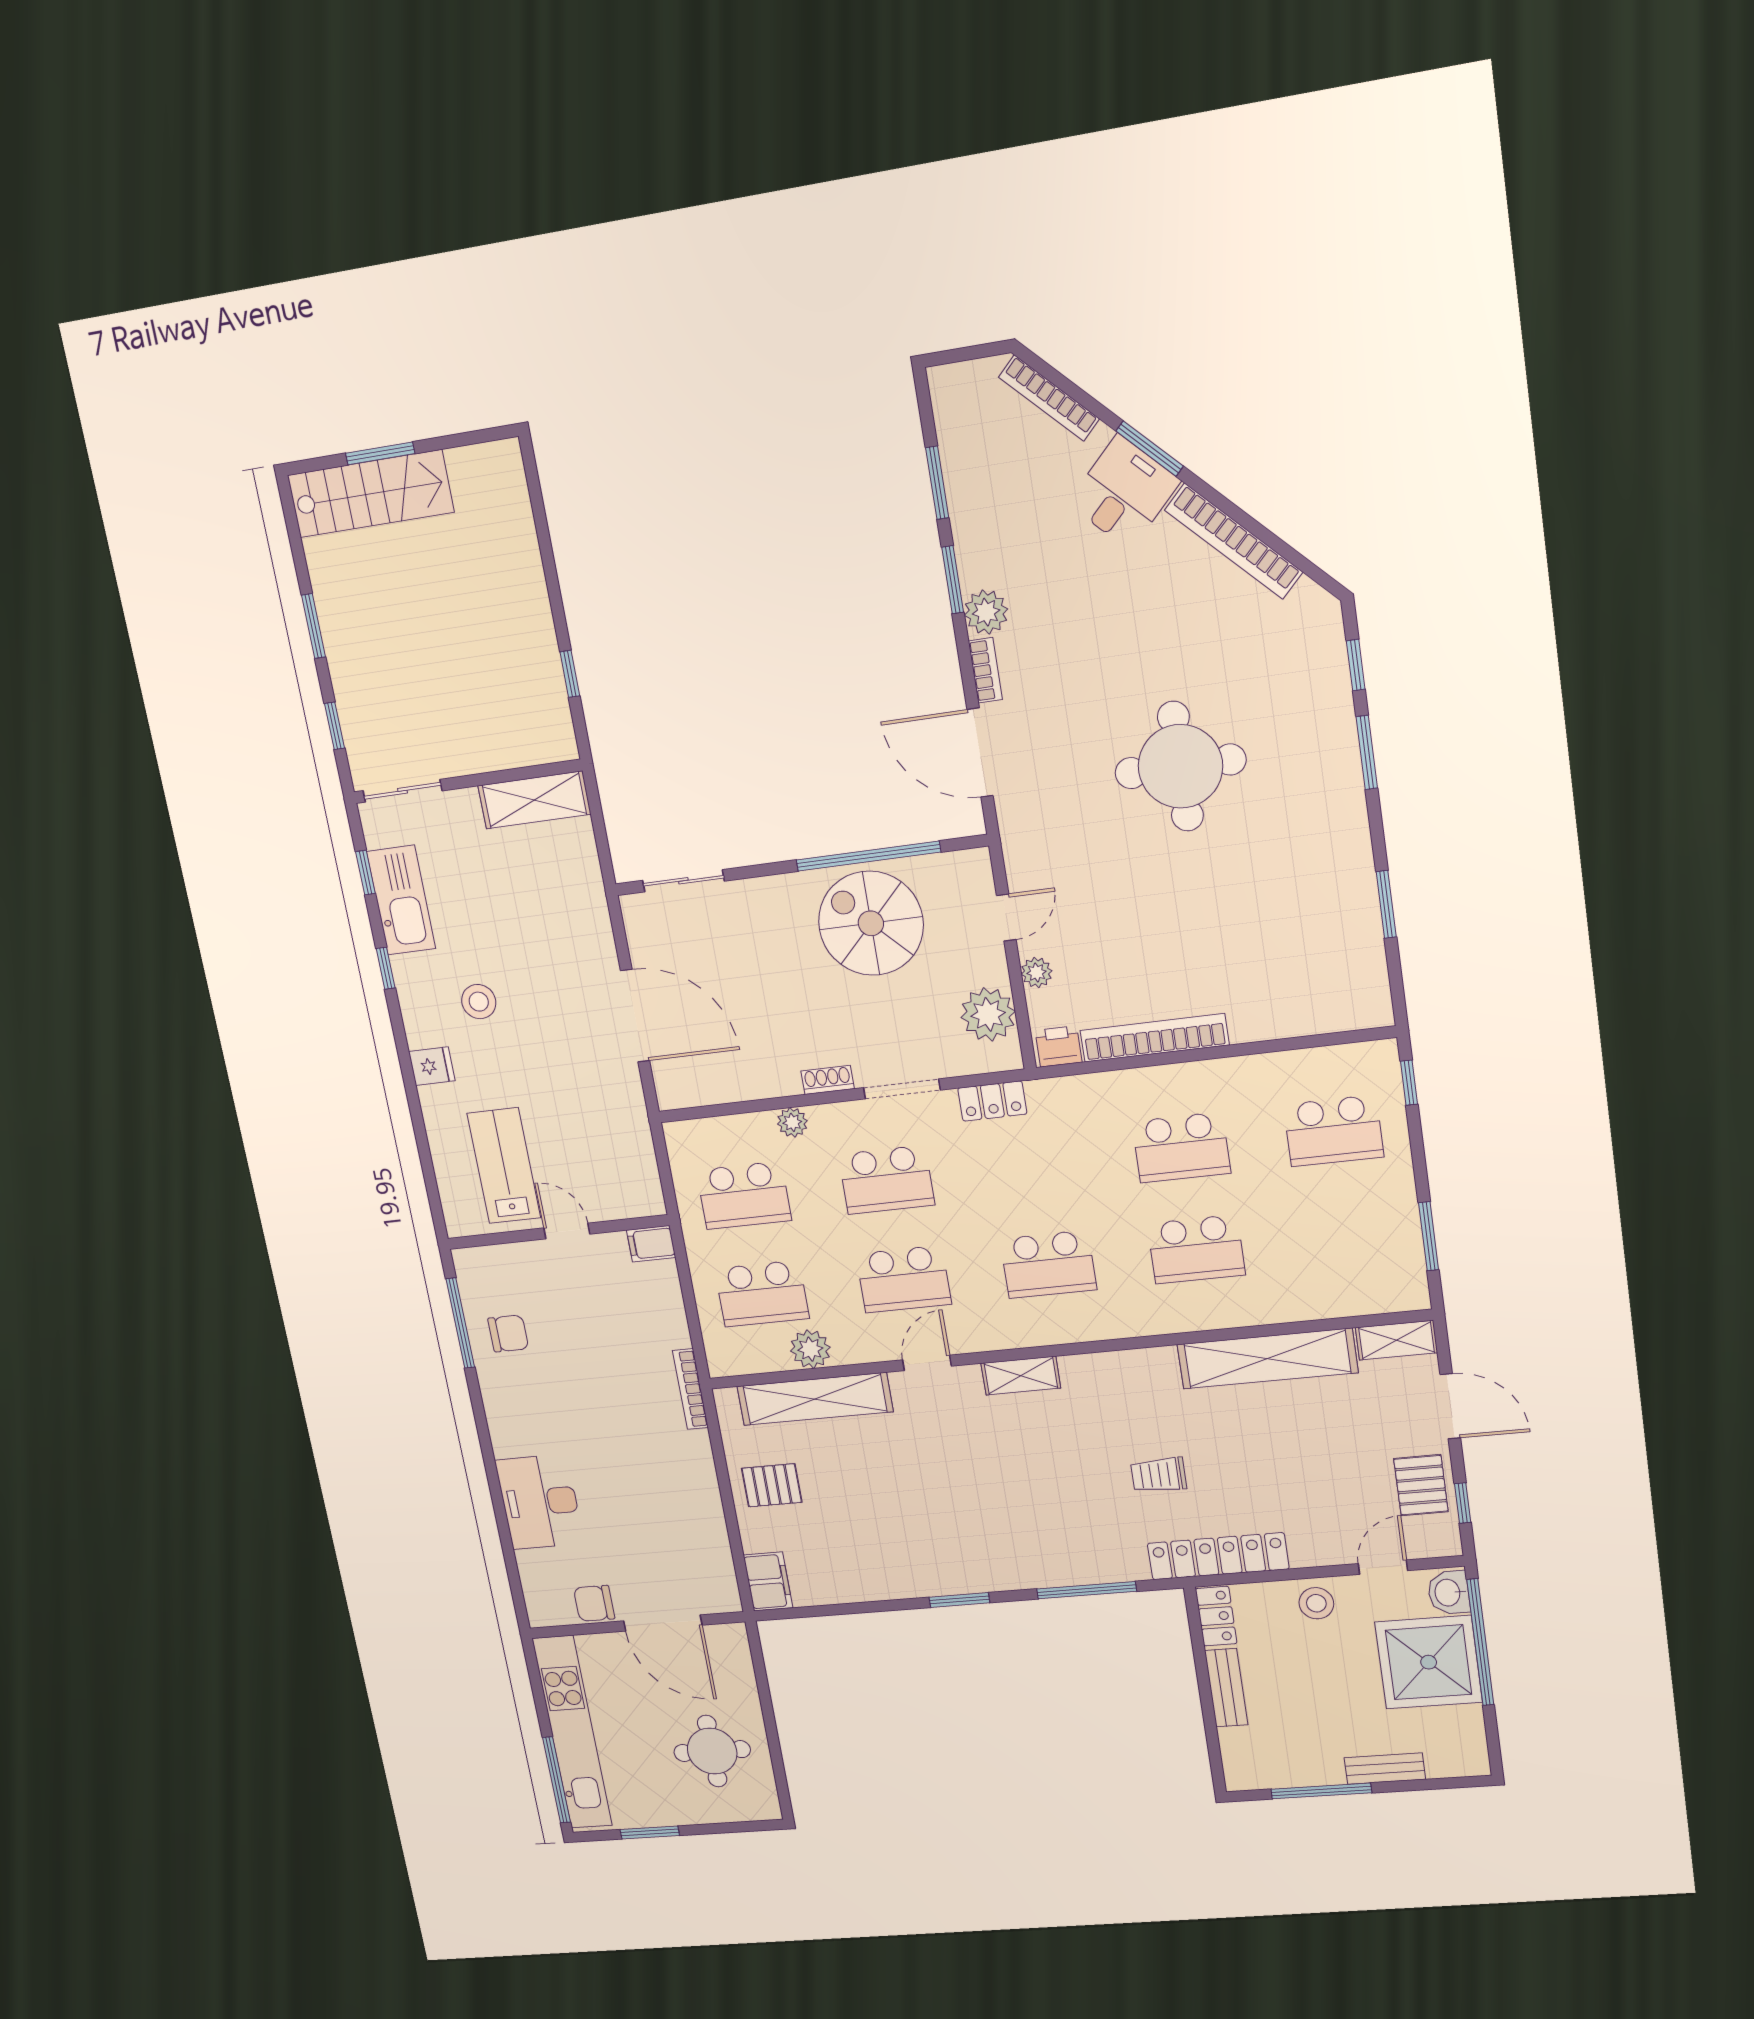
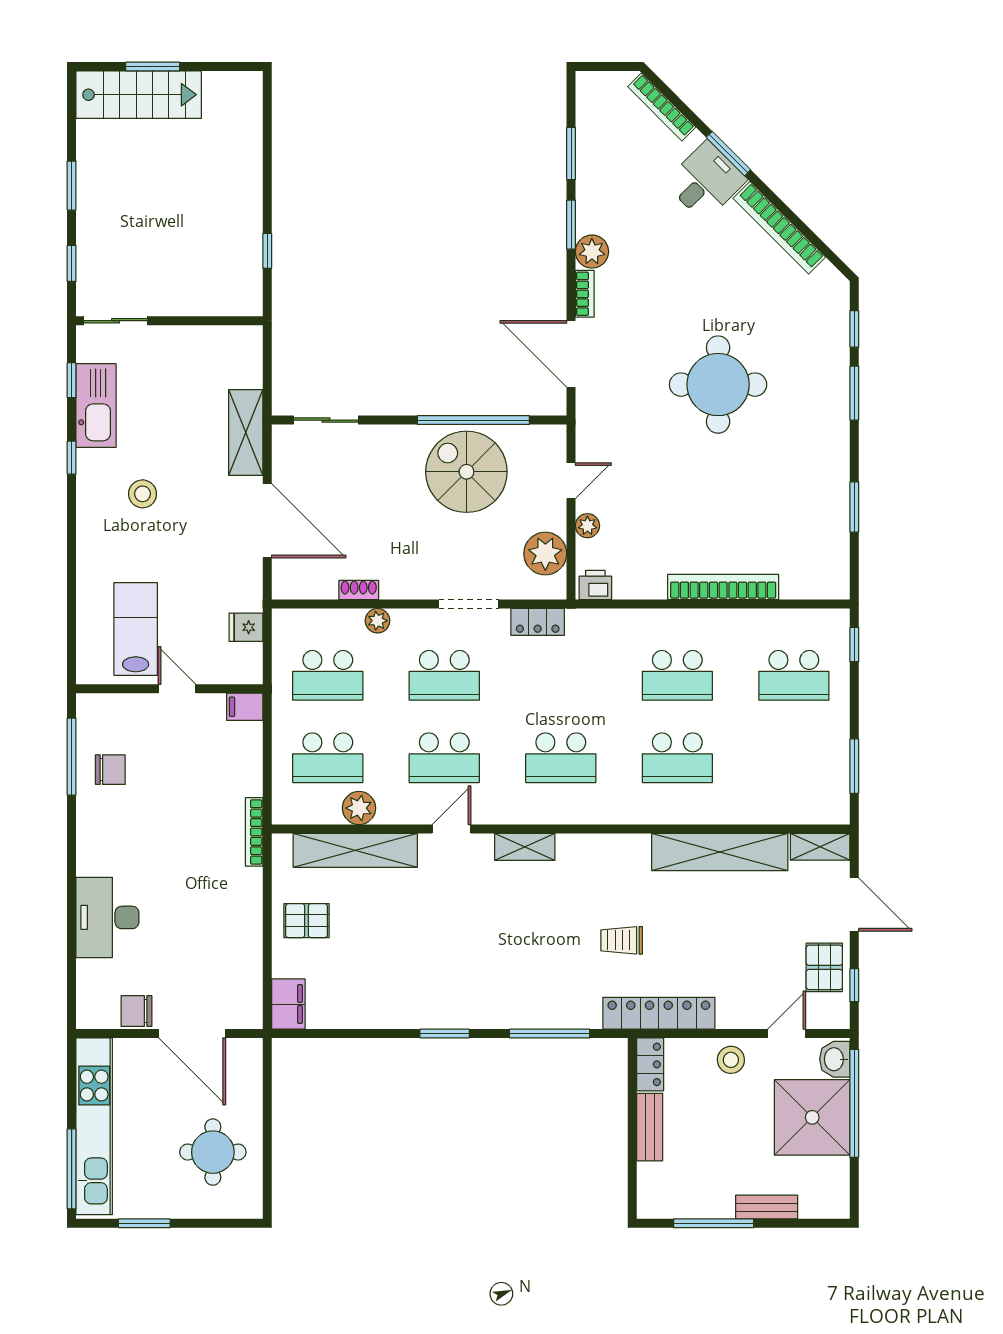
shelving: (534, 800) -> (246, 432), moved, turned 90
bookcase: (1154, 1038) -> (723, 587), moved
fridge: (432, 1066) -> (246, 627), moved, turned 180
shoe rack: (828, 1080) -> (359, 590), moved

